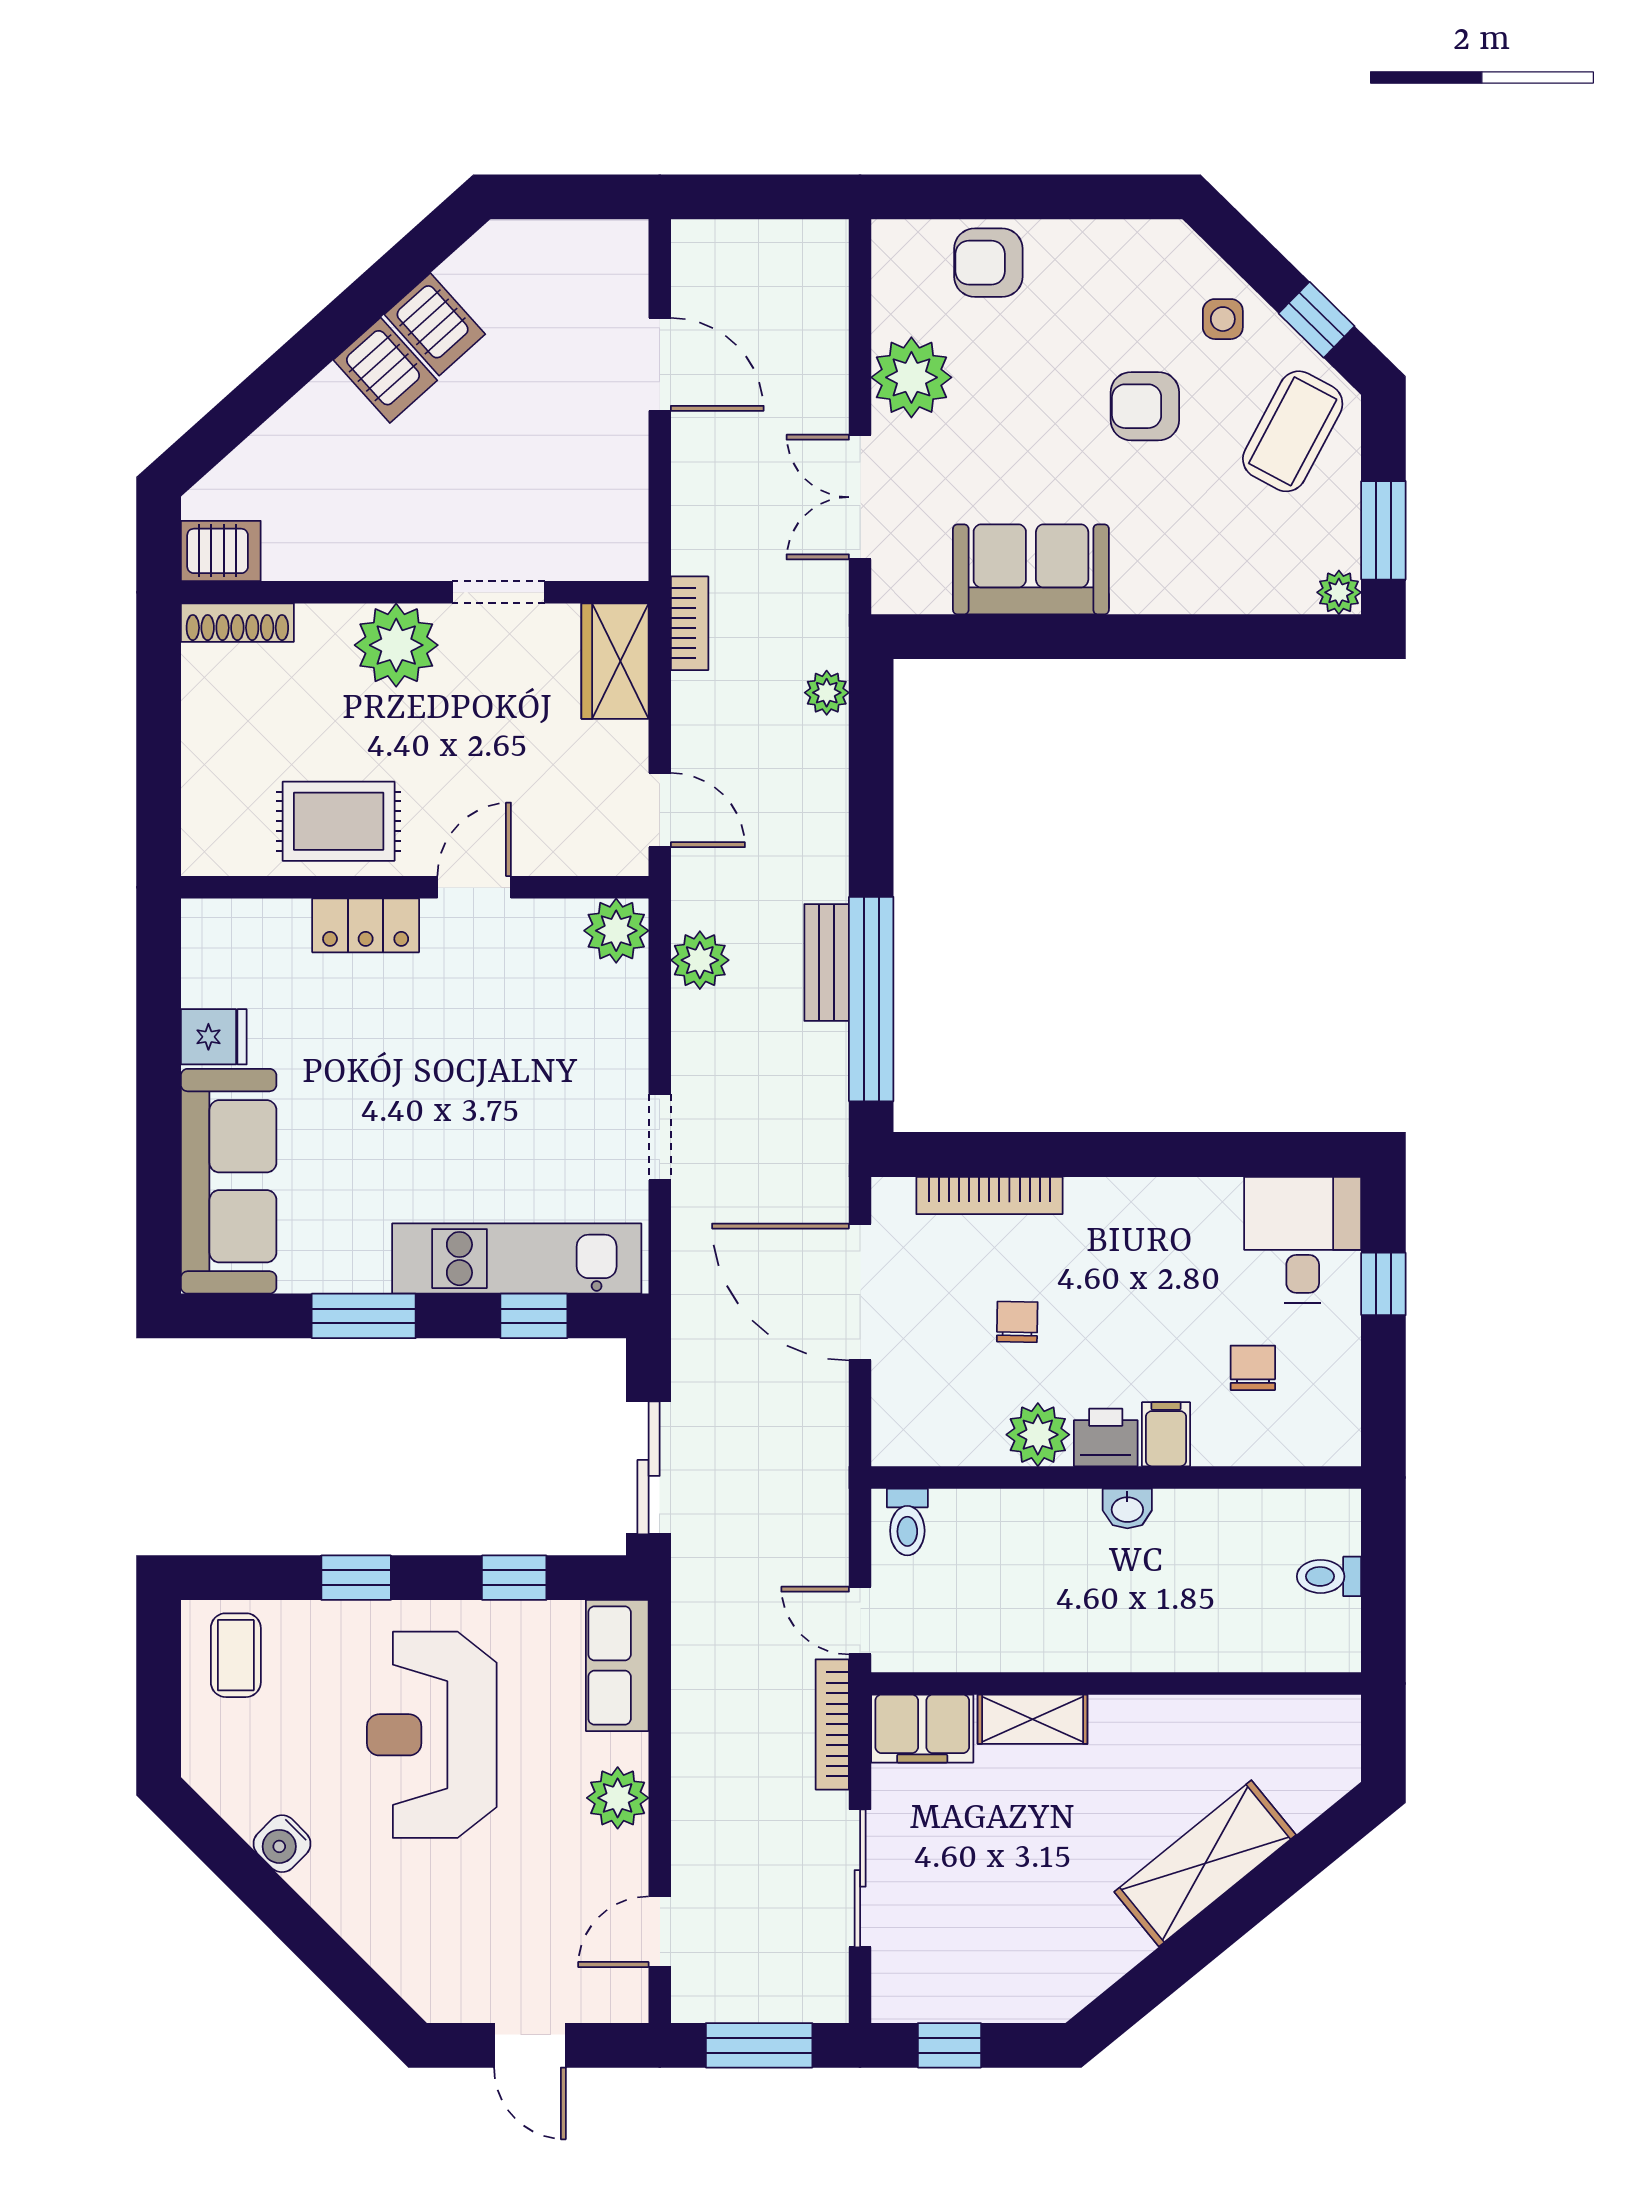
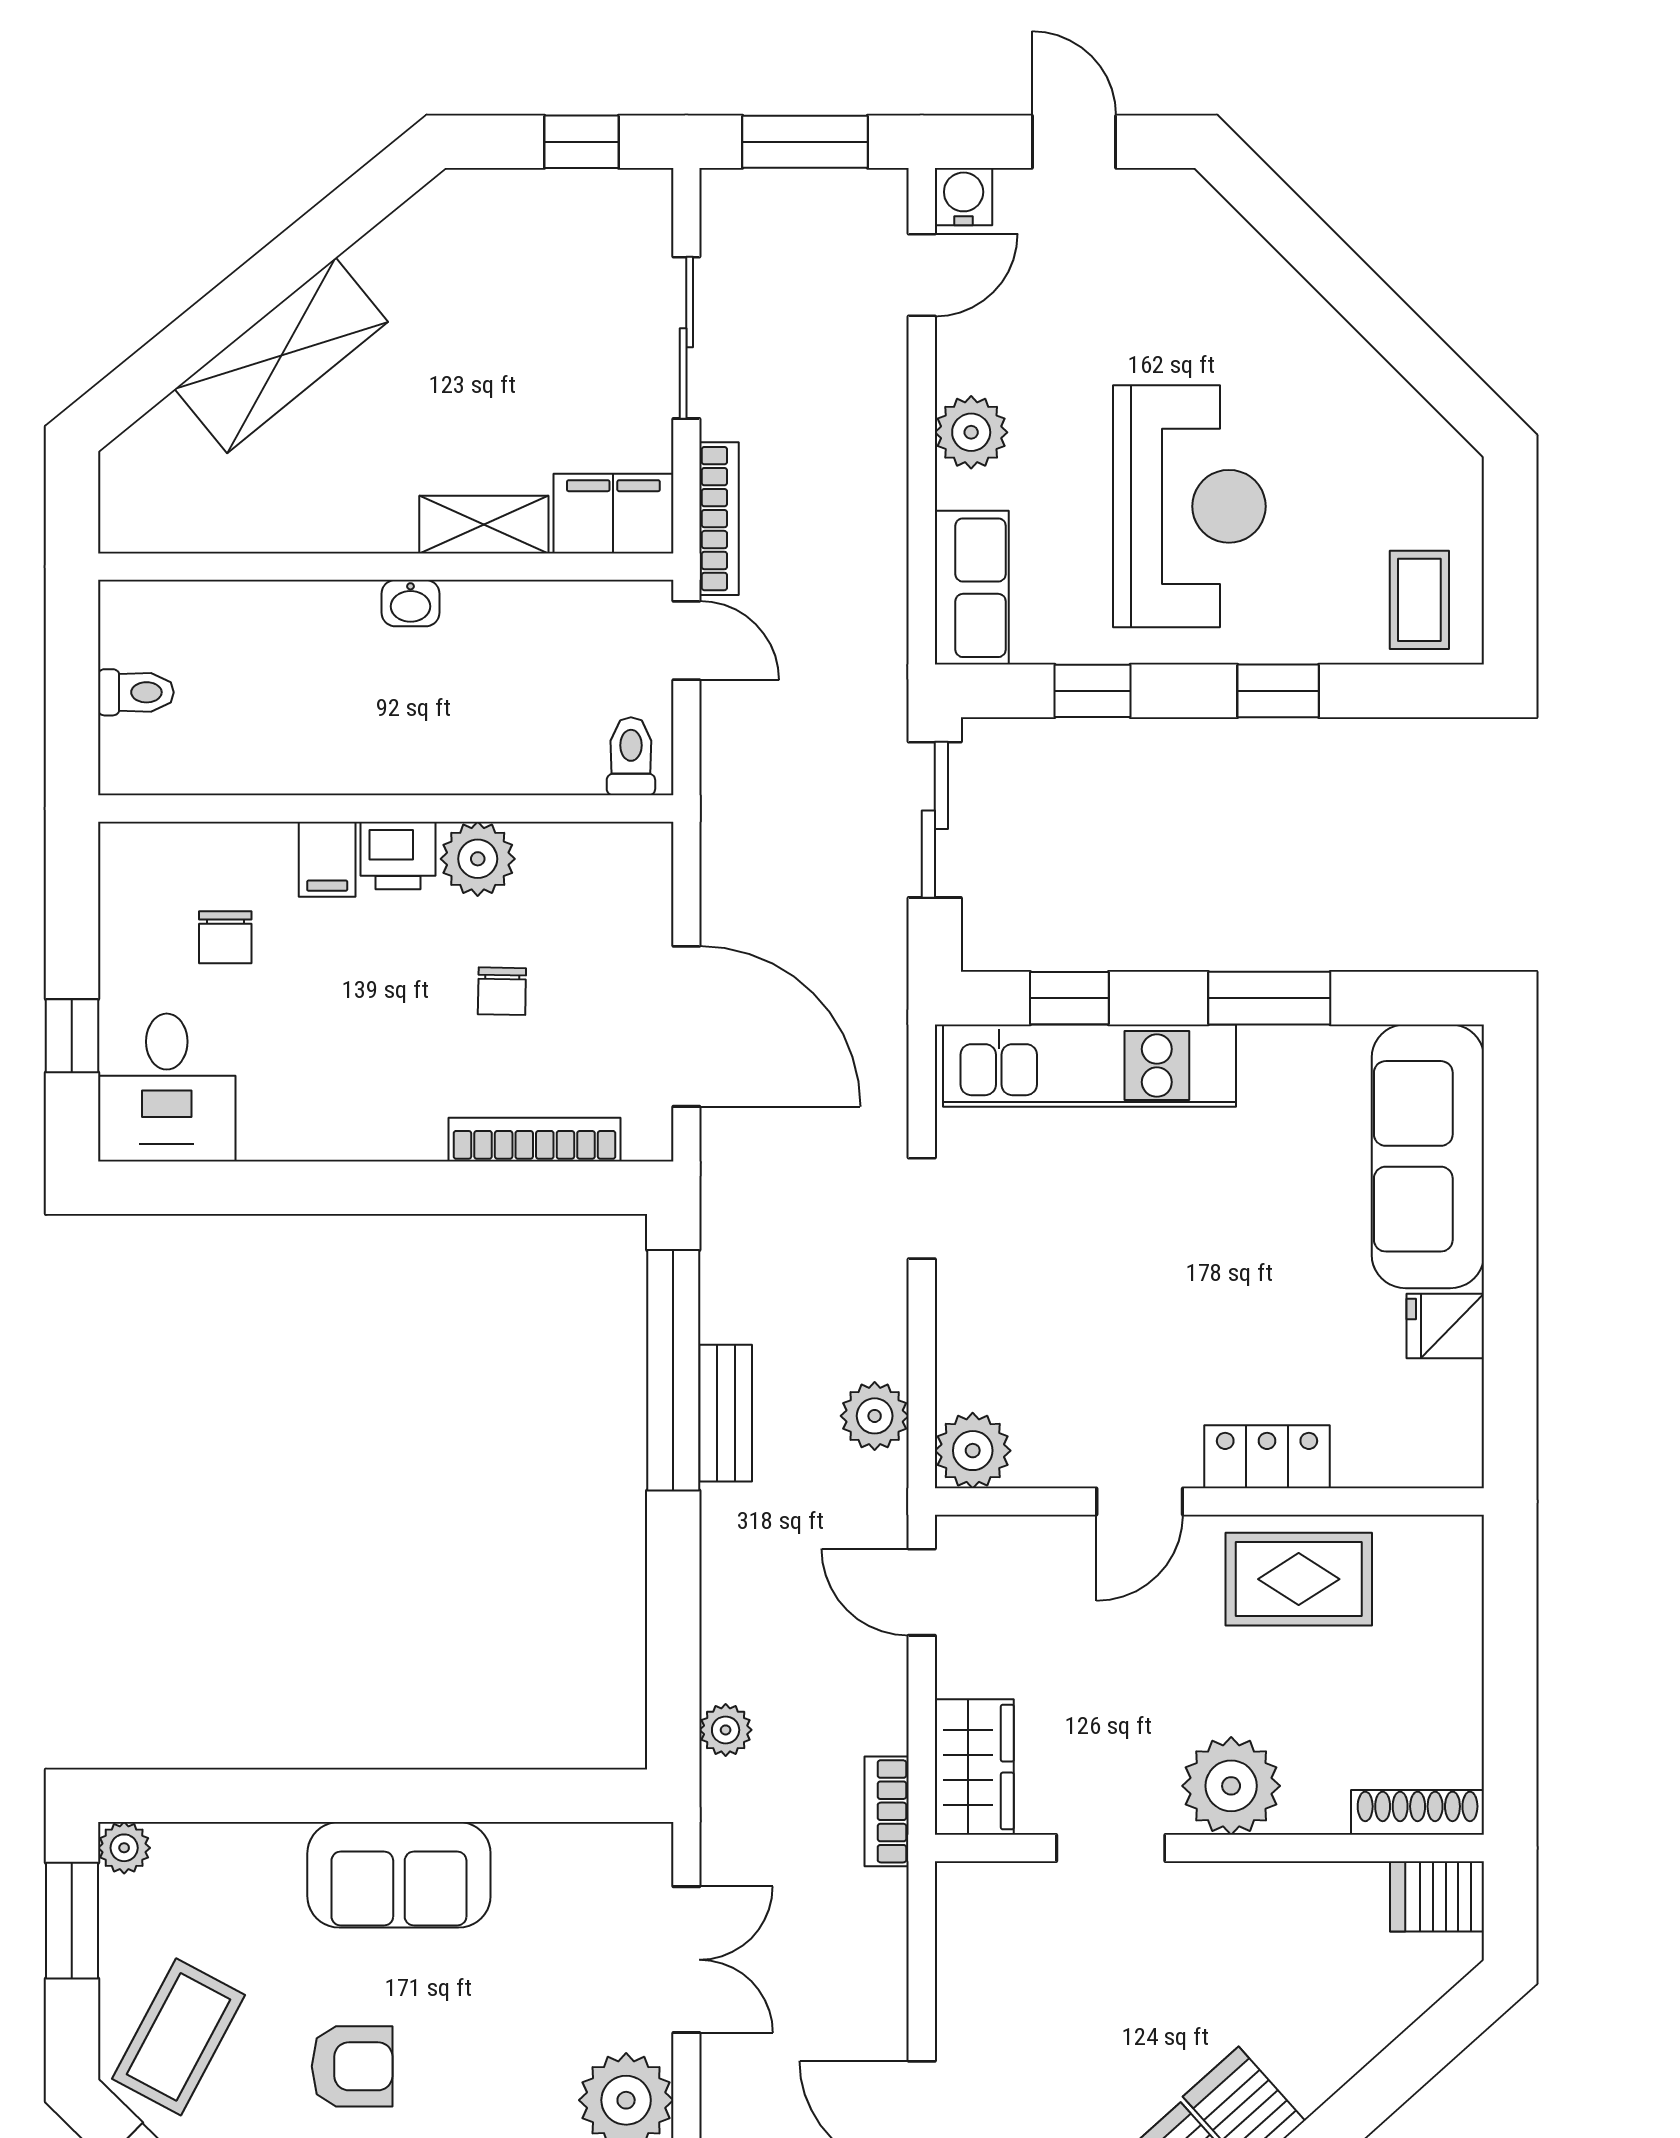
sofa: (1031, 569) -> (399, 1875), moved
washbasin: (1127, 1508) -> (411, 603), moved, turned 180
water cooler: (282, 1844) -> (964, 197), moved, turned -45

